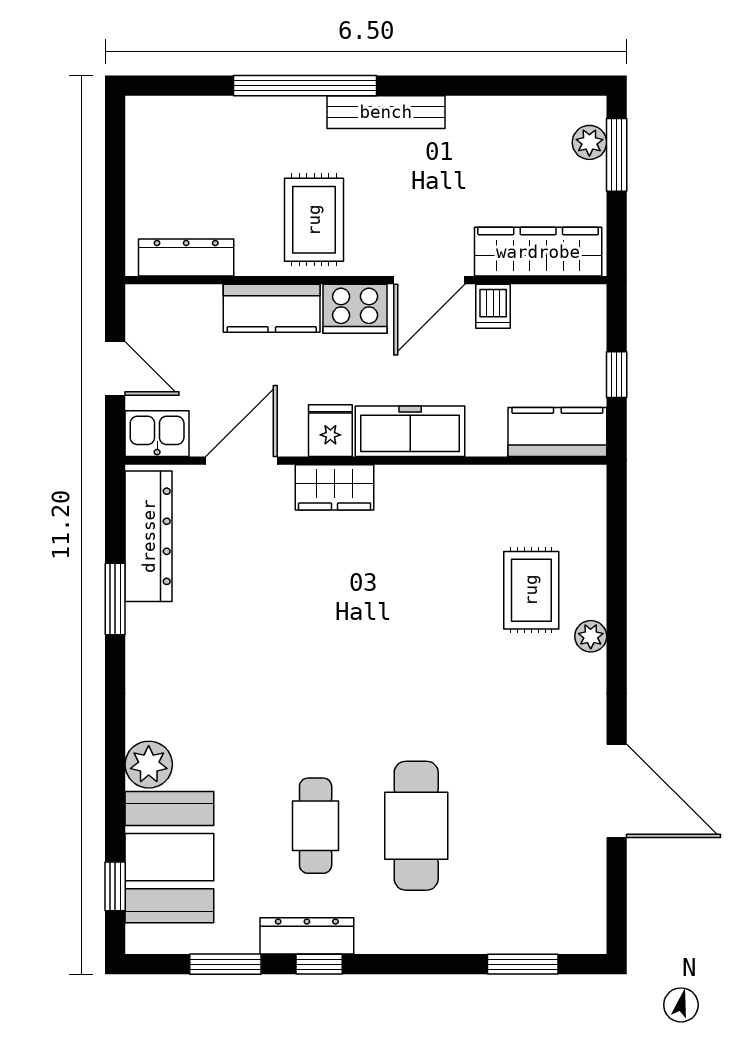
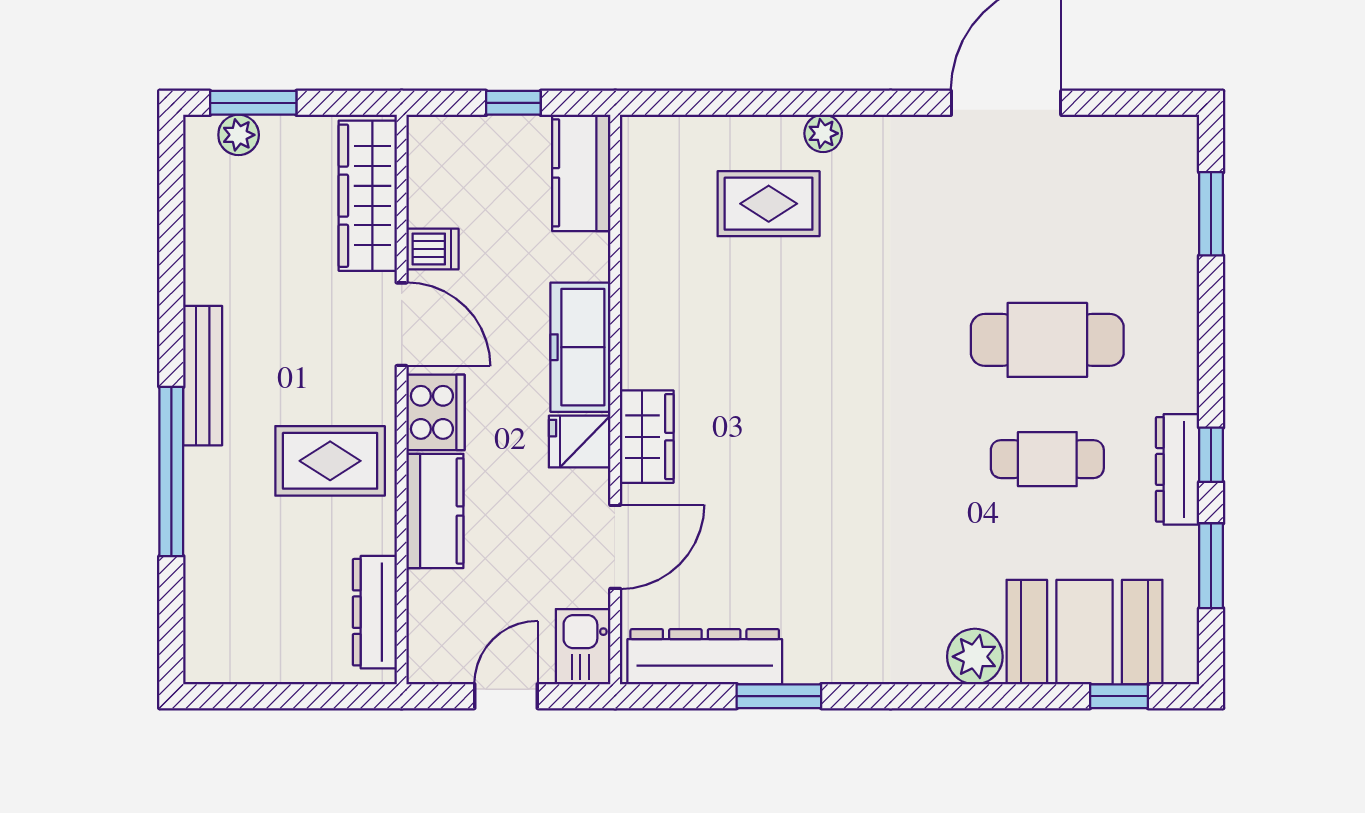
door: (241, 461) -> (615, 547), swing flipped

